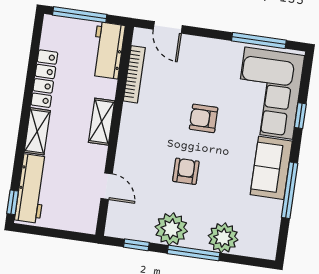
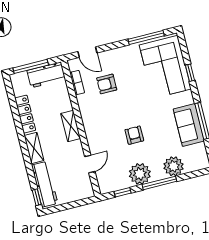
workbench: (108, 50) -> (46, 75), moved, turned -90
bookcase: (134, 74) -> (77, 83), width x0.64
armchair: (204, 118) -> (107, 84), moved
sofa: (271, 168) -> (189, 125), moved
door: (107, 186) -> (90, 164), hinge flipped

